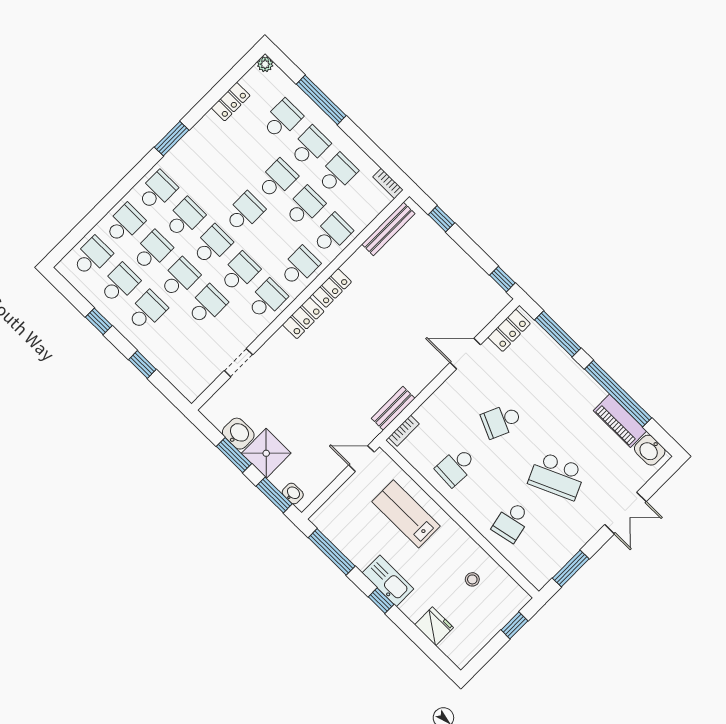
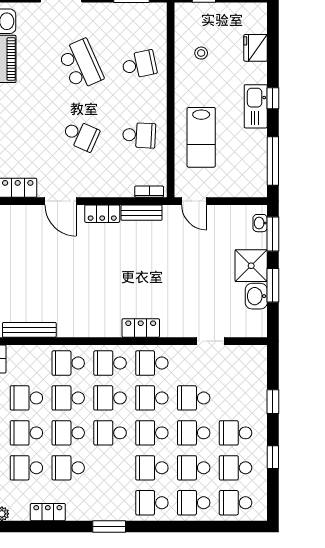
school desk: (250, 152) -> (68, 468), added
school desk: (272, 239) -> (110, 398), added
locker: (332, 288) -> (102, 214), moved, turned 180

